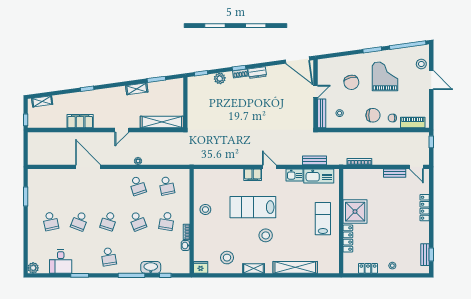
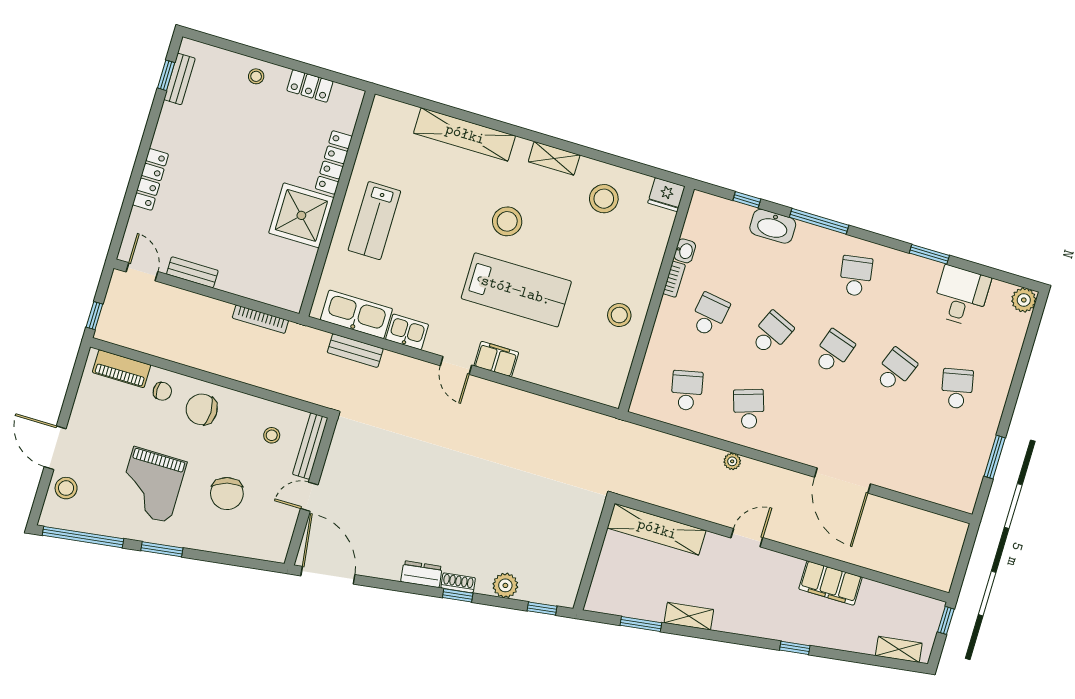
chair: (351, 82) -> (227, 494), turned 180
school desk: (138, 221) -> (771, 333), turned 45

